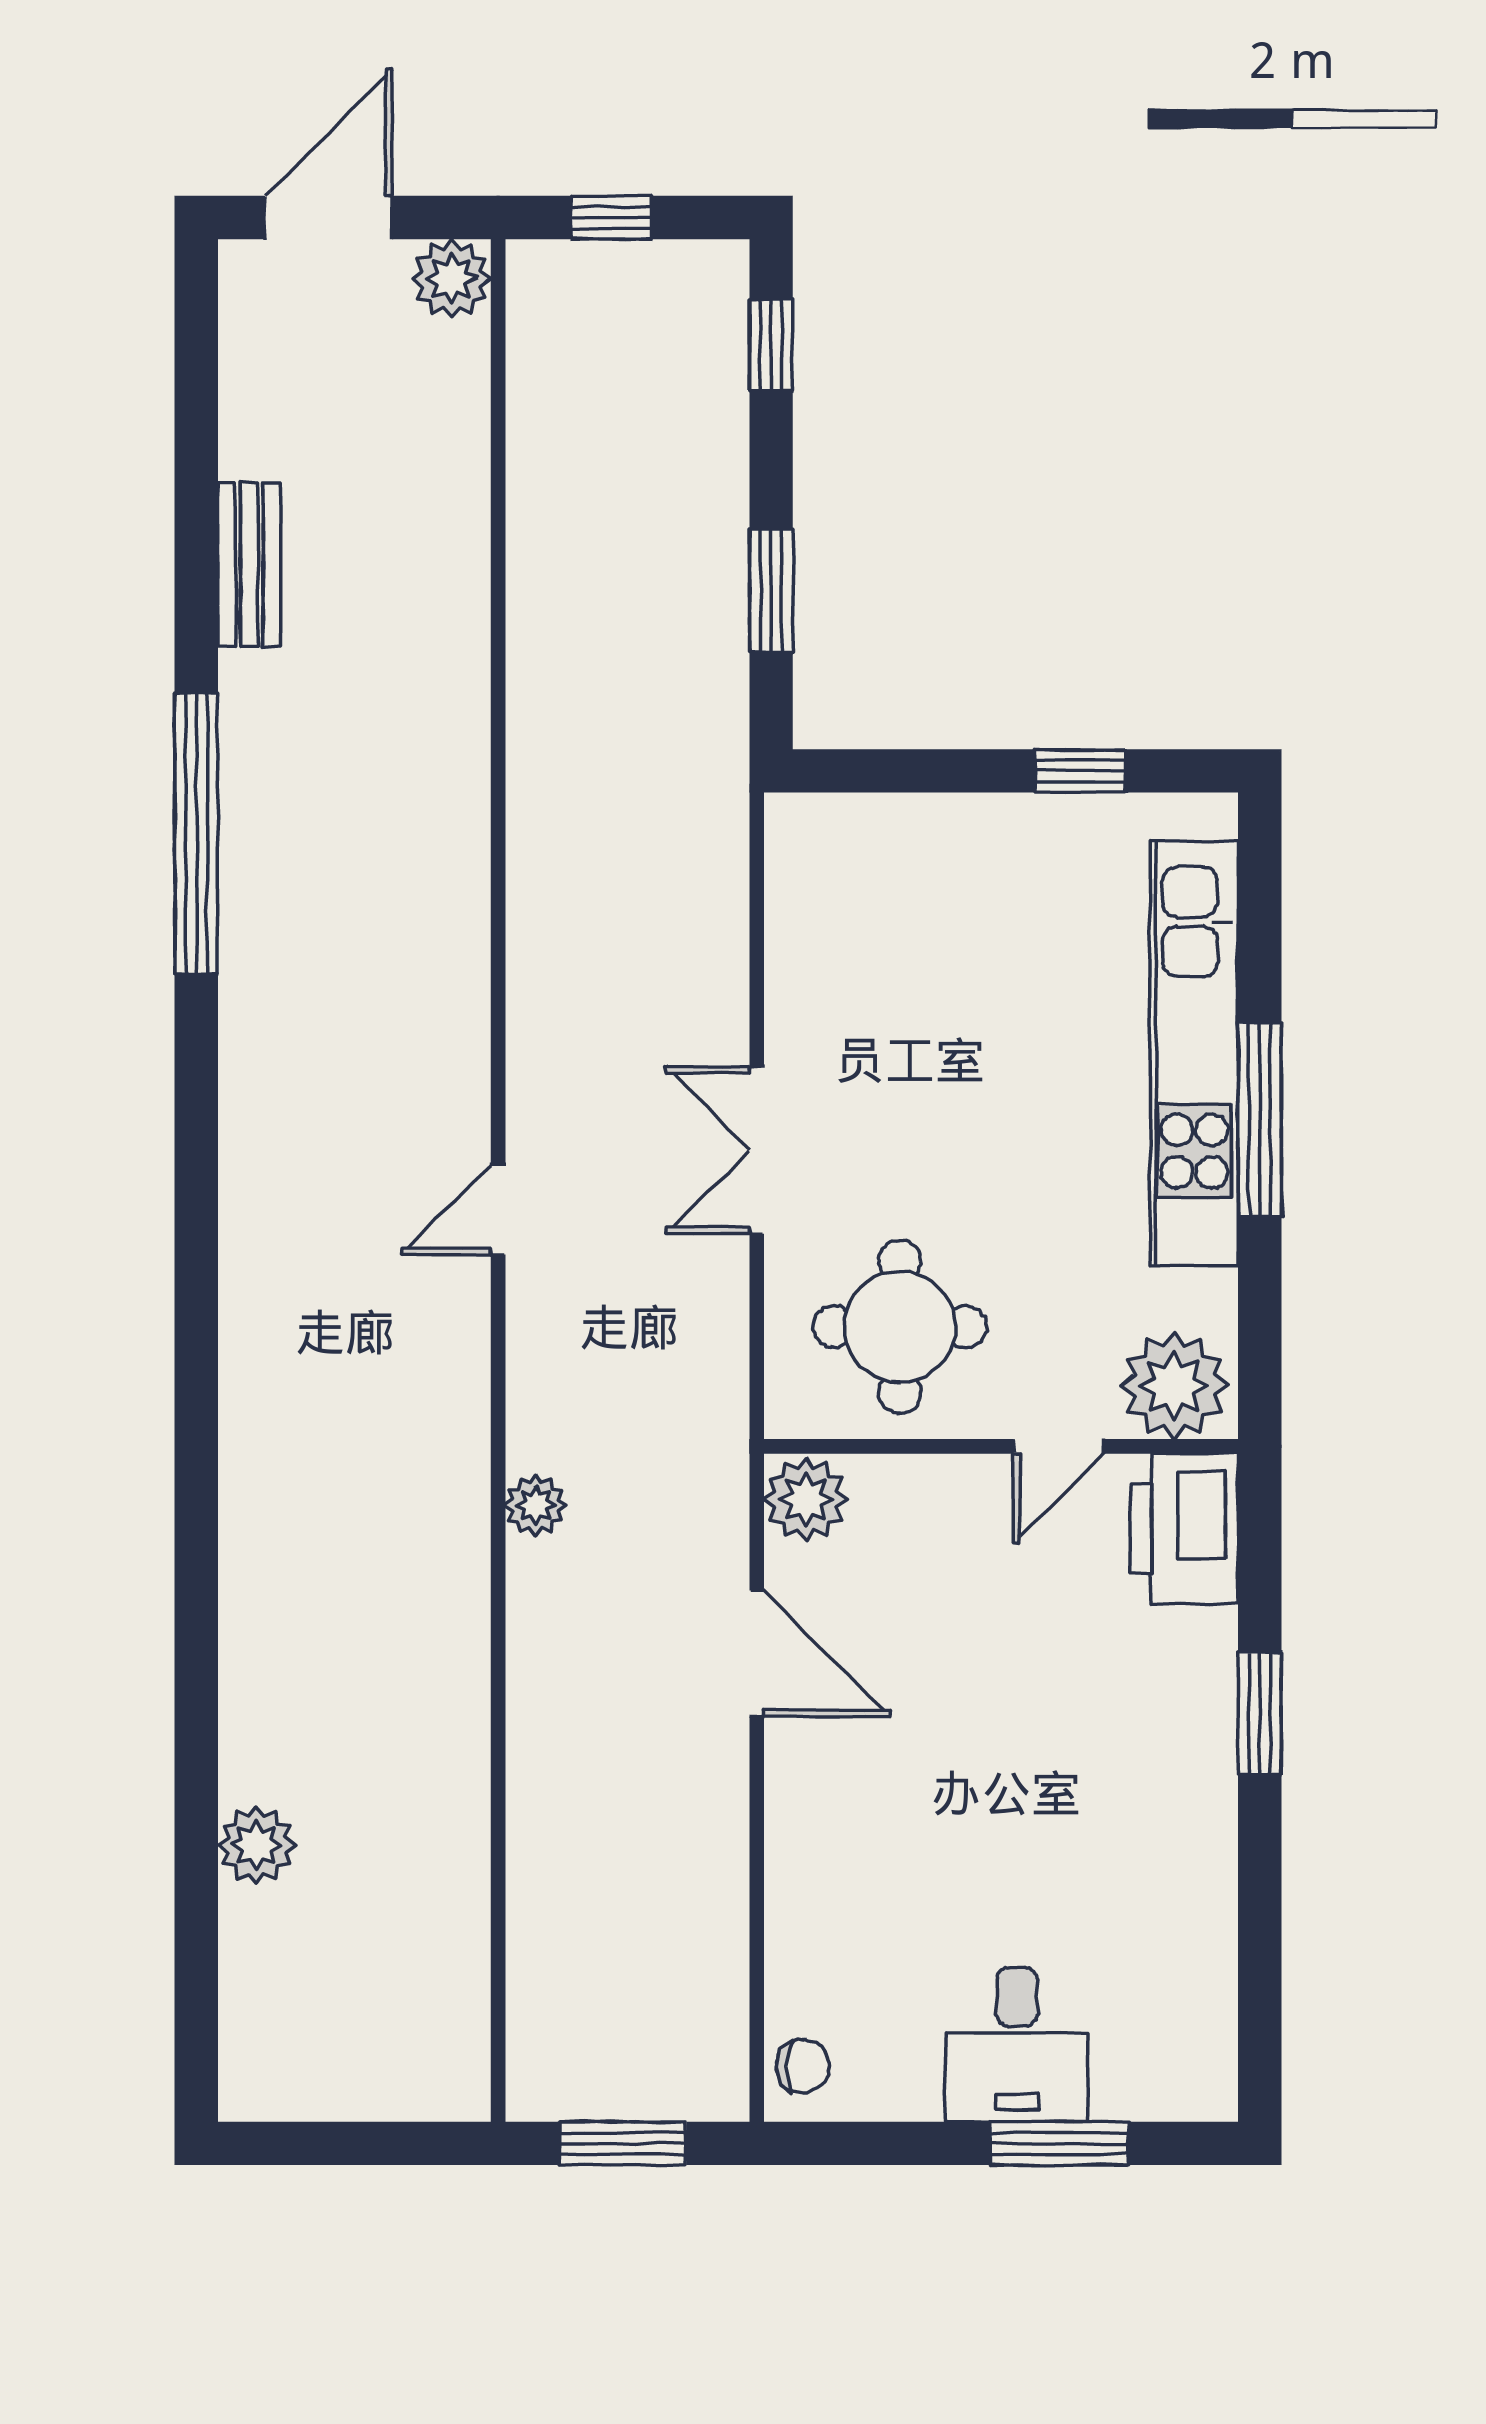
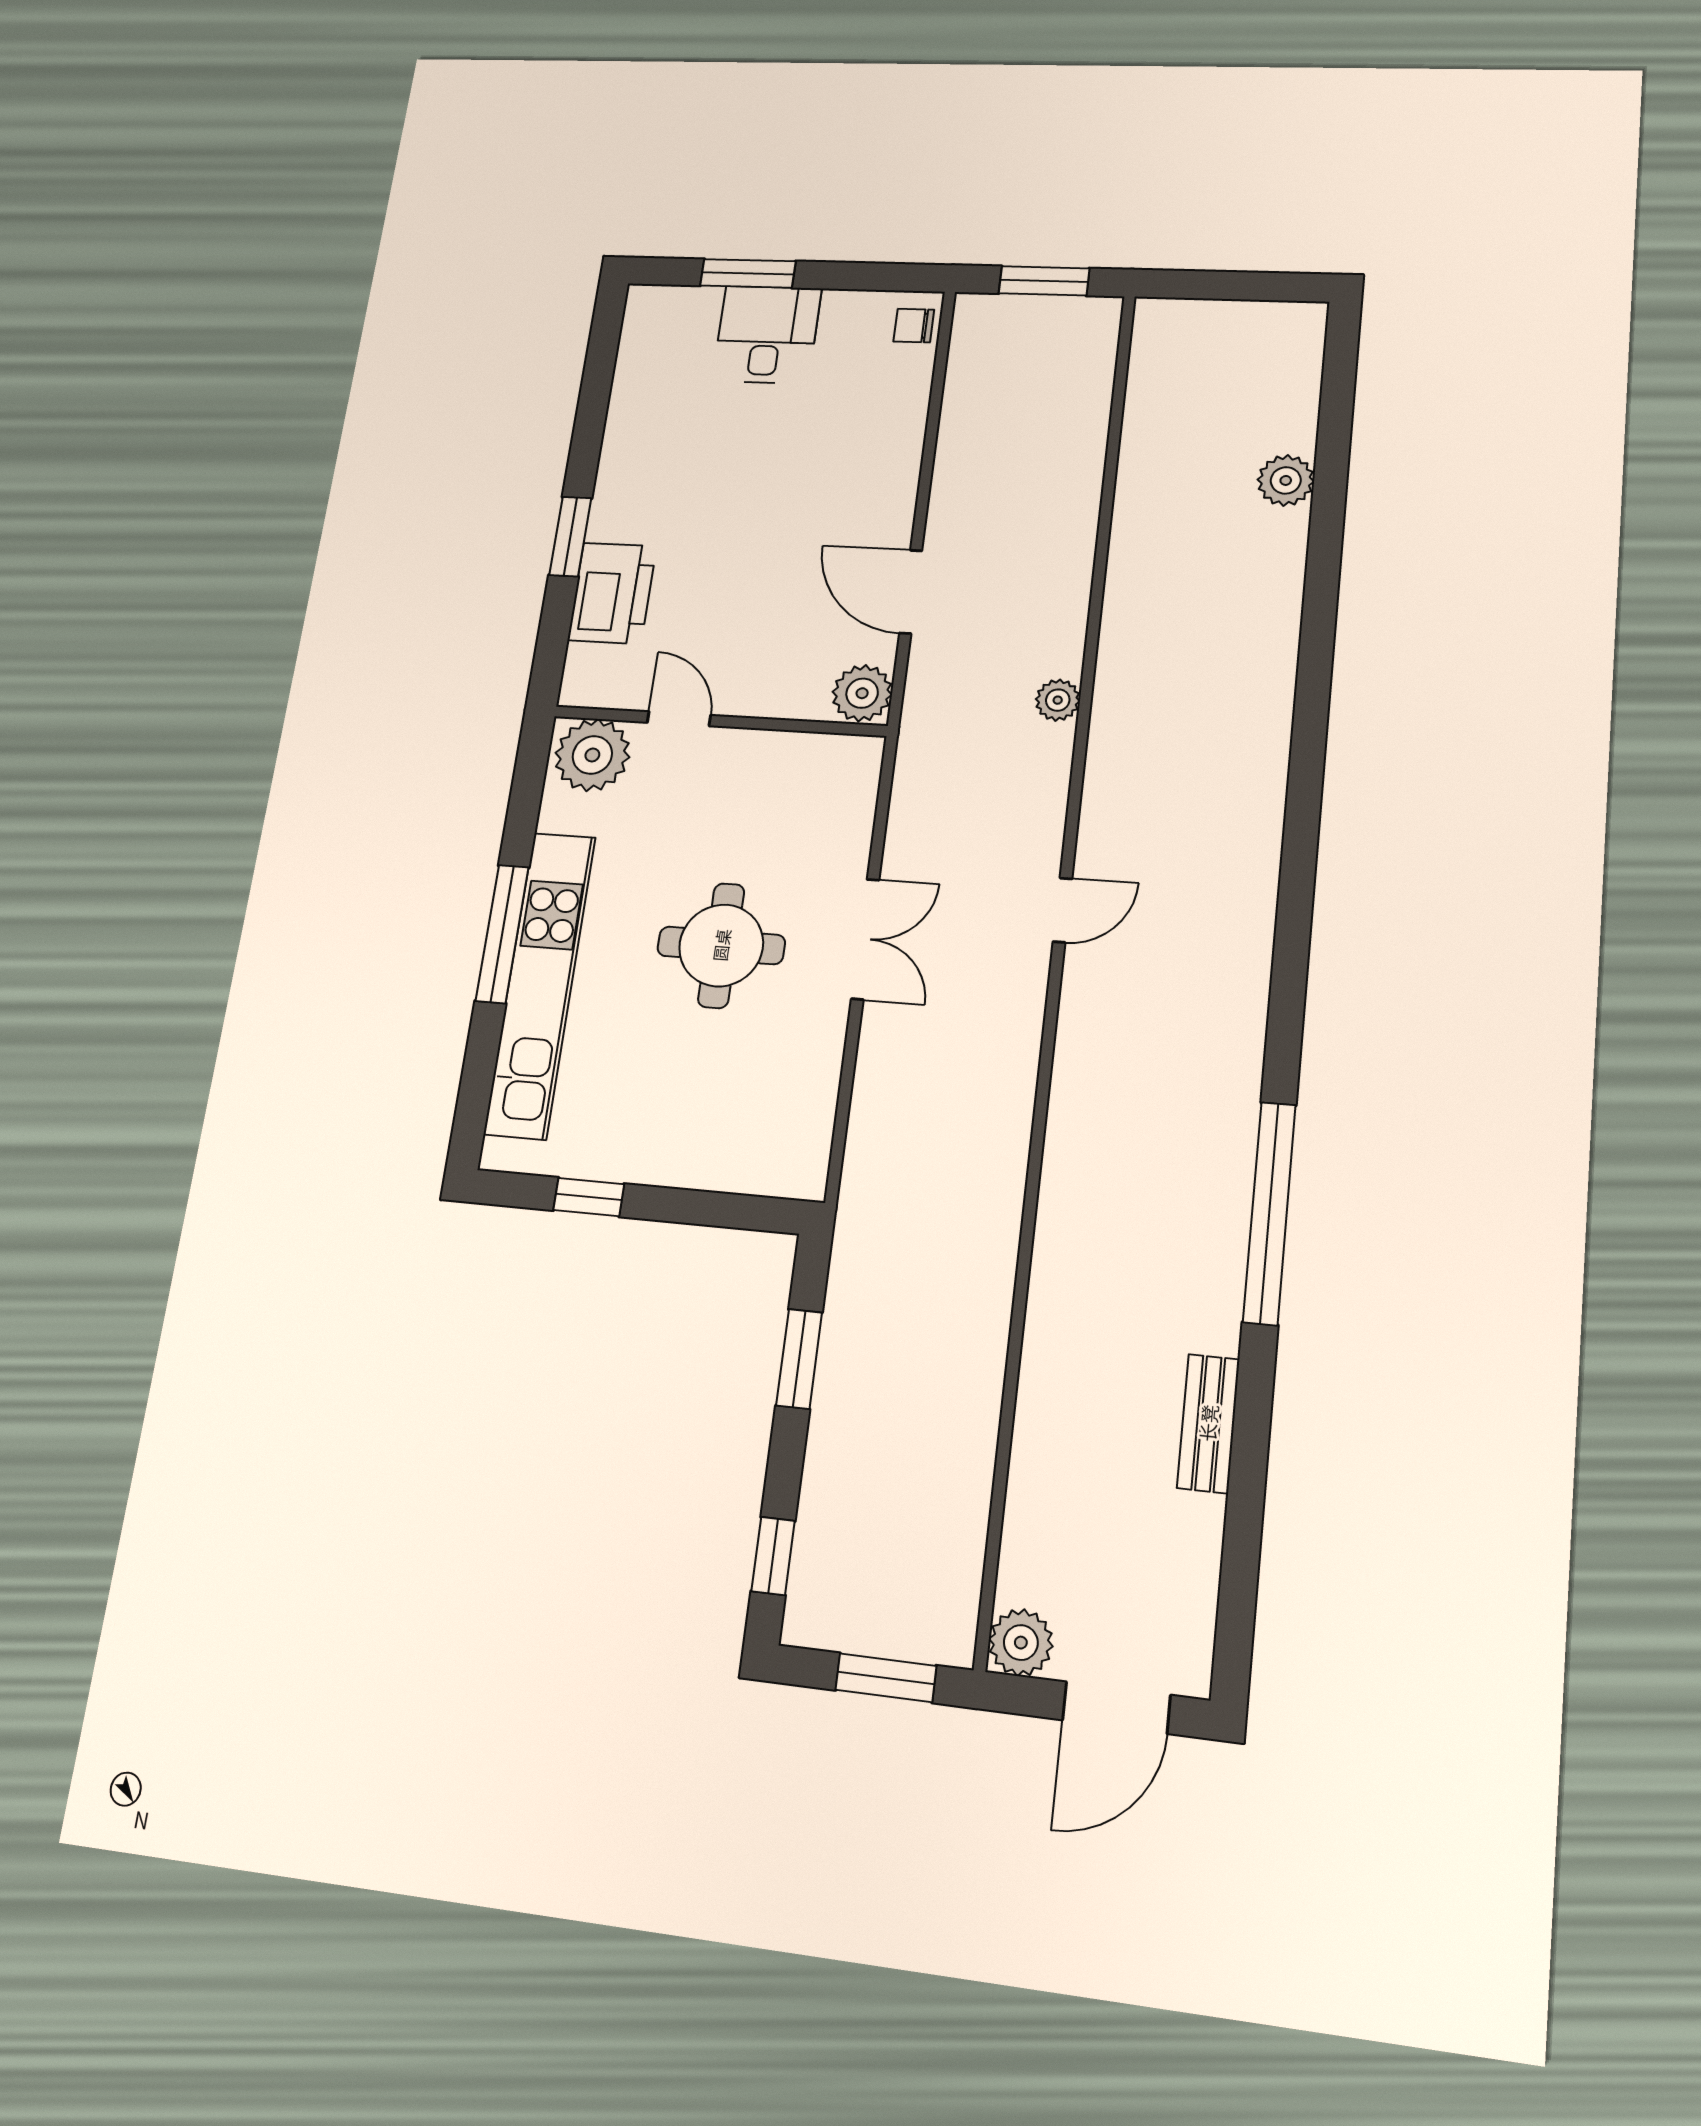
window: (611, 218) -> (886, 1678), width x1.50
round table: (900, 1327) -> (721, 945), moved
door: (1059, 1446) -> (679, 719), hinge flipped
printer: (1184, 1529) -> (612, 593), moved

